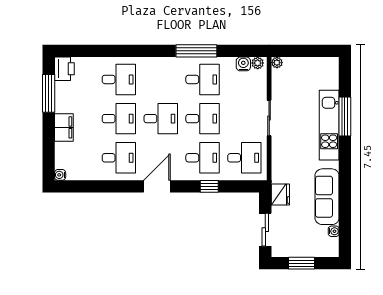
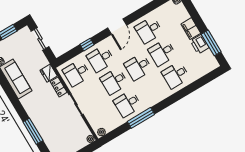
water cooler: (243, 64) -> (109, 127), removed
printer: (64, 69) -> (200, 44), moved
kitchen unit: (329, 125) -> (39, 121), removed
locker: (278, 154) -> (59, 87), added
fridge: (280, 194) -> (49, 73), moved

